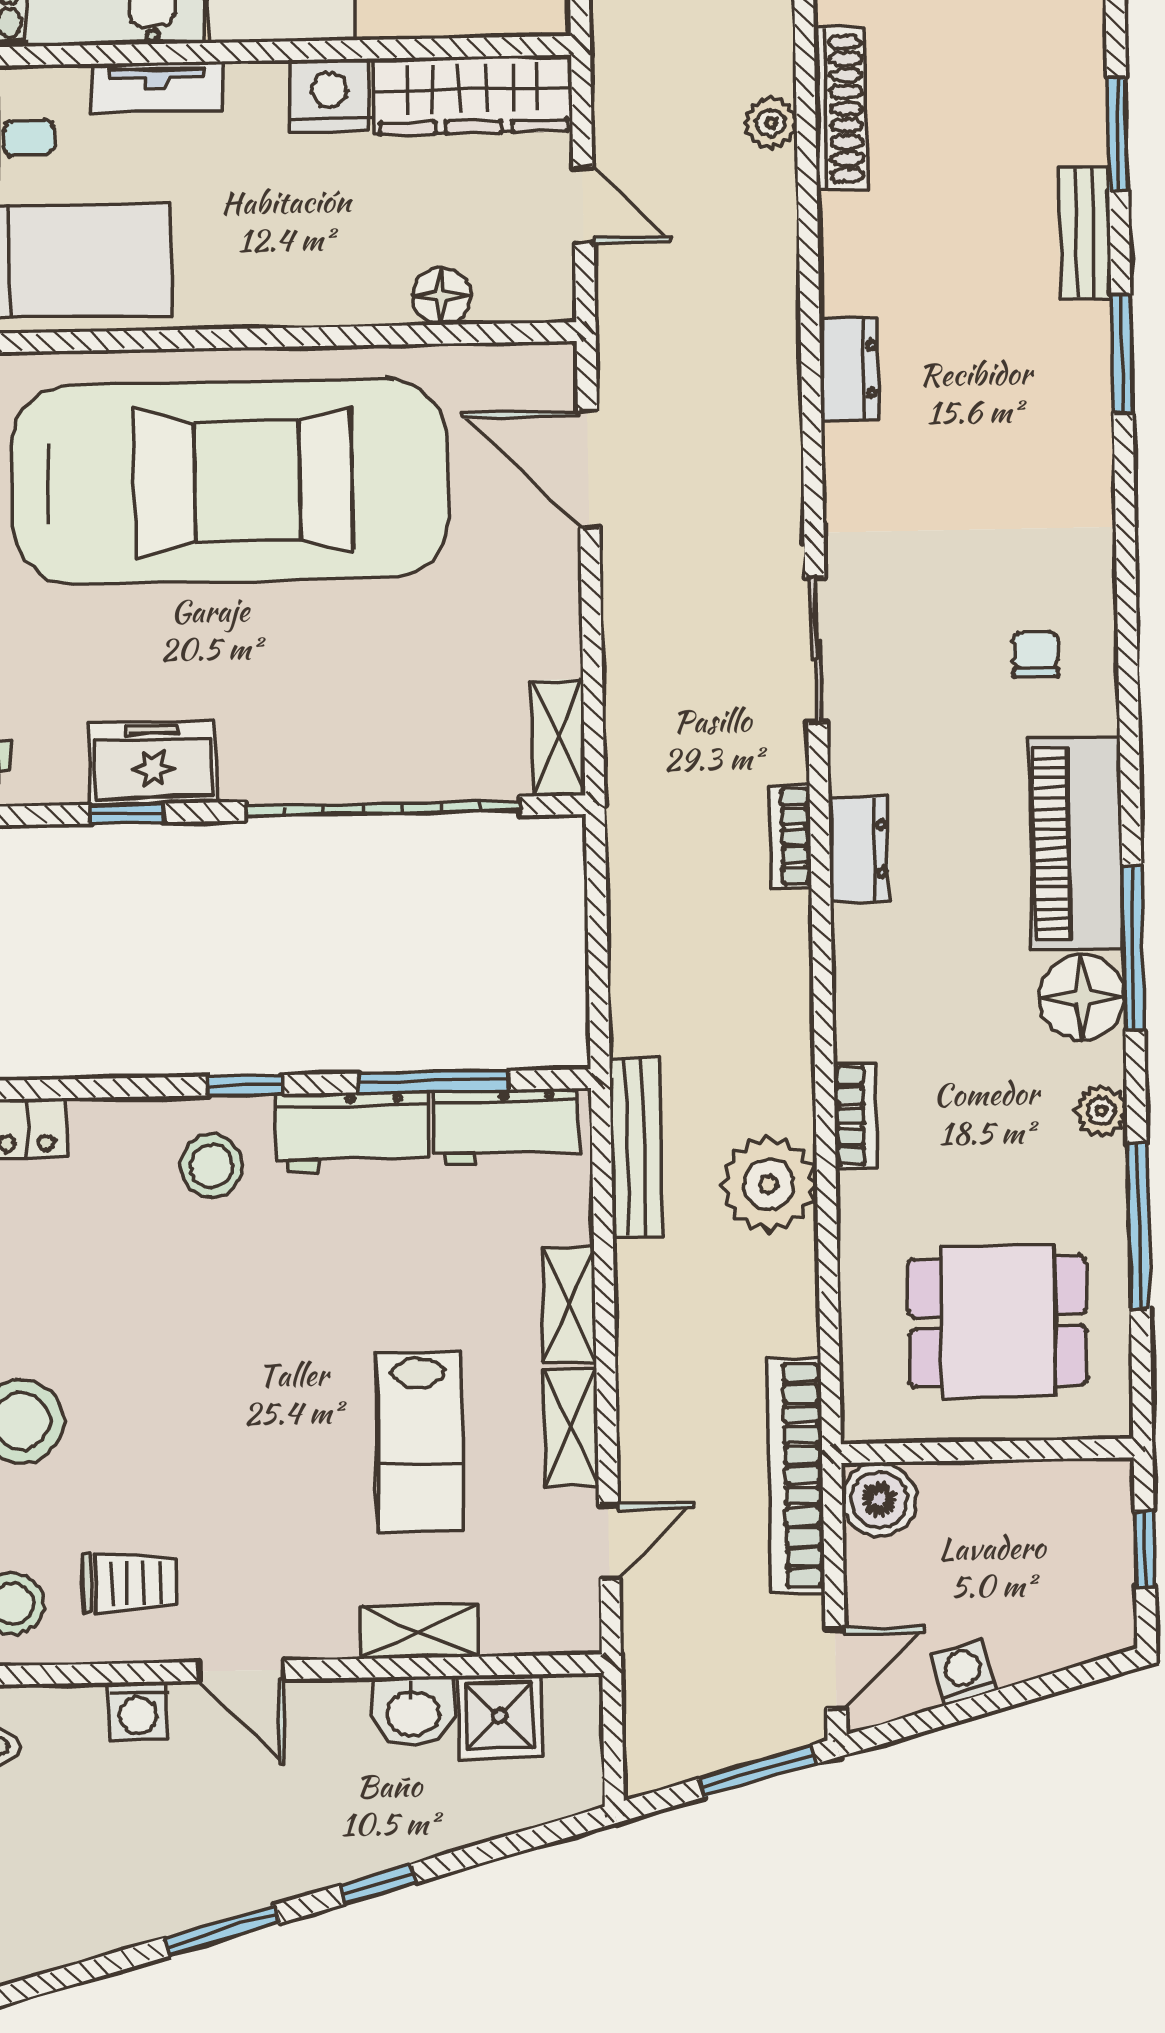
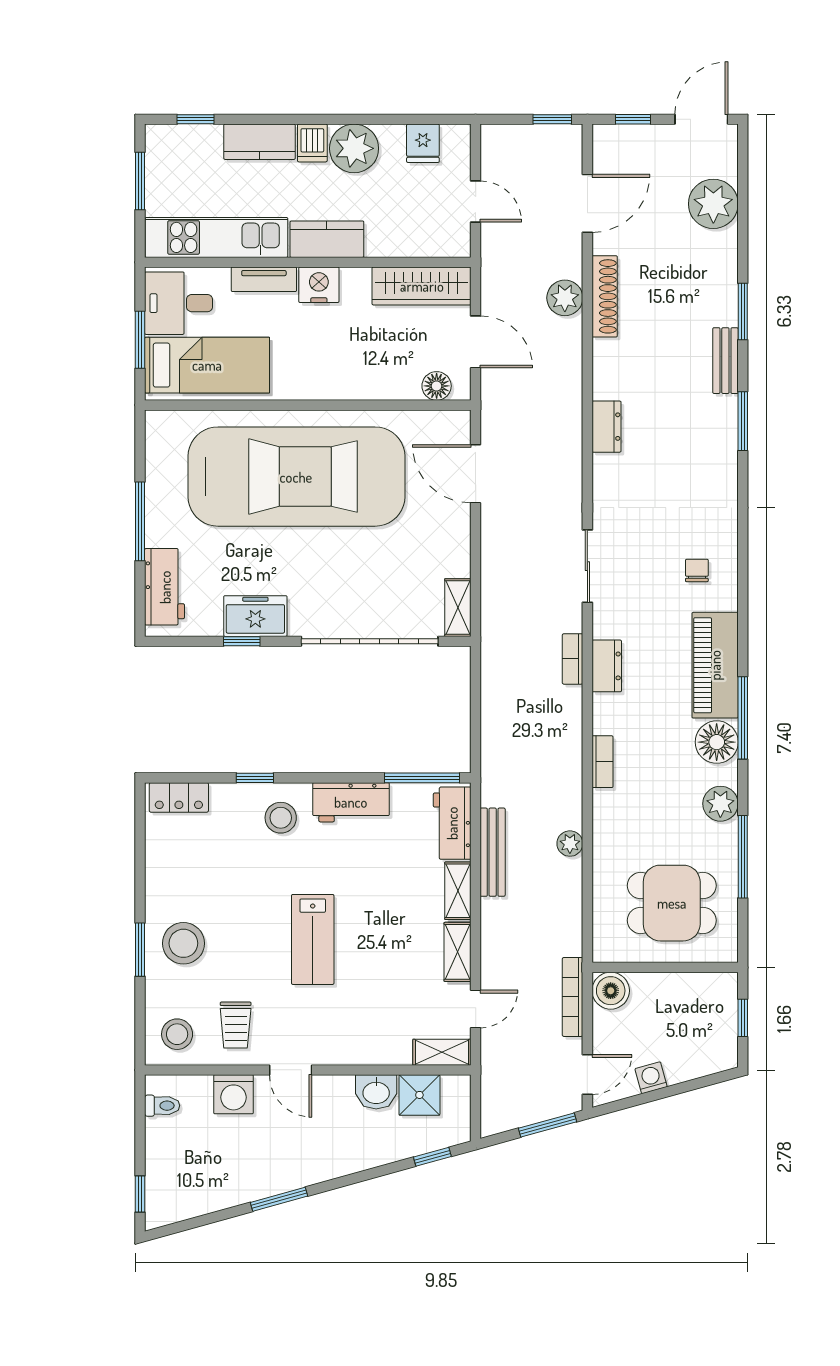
nightstand: (329, 95) -> (319, 285), moved
plant: (771, 123) -> (565, 298), width x1.38, depth x1.38
door: (584, 205) -> (476, 342), width x1.37
floor lamp: (441, 296) -> (437, 386), moved
window: (433, 1082) -> (422, 778), moved
window: (245, 1085) -> (255, 778), moved
plant: (1101, 1111) -> (720, 804), width x1.38, depth x1.38
bookcase: (855, 1116) -> (602, 762), moved
workbench: (506, 1127) -> (452, 823), moved, turned 90
bench: (636, 1148) -> (493, 852), moved
plant: (769, 1184) -> (570, 844), width x0.53, depth x0.53
lab bench: (419, 1442) -> (313, 939), moved
bookcase: (796, 1476) -> (573, 997), width x0.68, depth x0.76
trolley: (129, 1583) -> (236, 1025), turned 90
shelving: (419, 1632) -> (442, 1052), moved
washing machine: (138, 1711) -> (234, 1094), width x1.38, depth x1.38
window: (378, 1884) -> (432, 1157), moved

